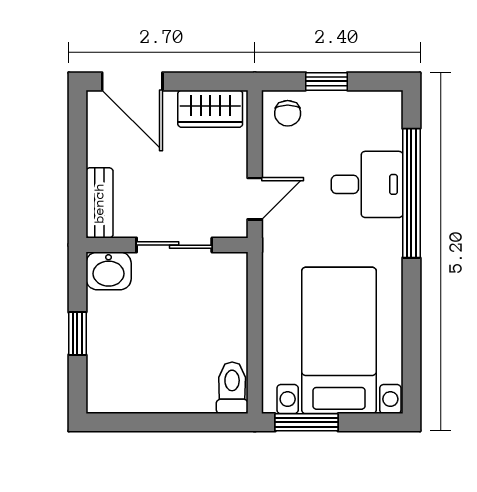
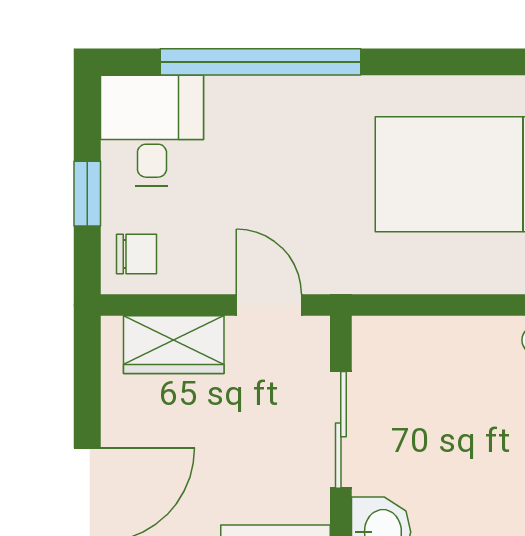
wardrobe: (210, 109) -> (174, 345), moved, turned 90
desk: (367, 184) -> (152, 131), moved

